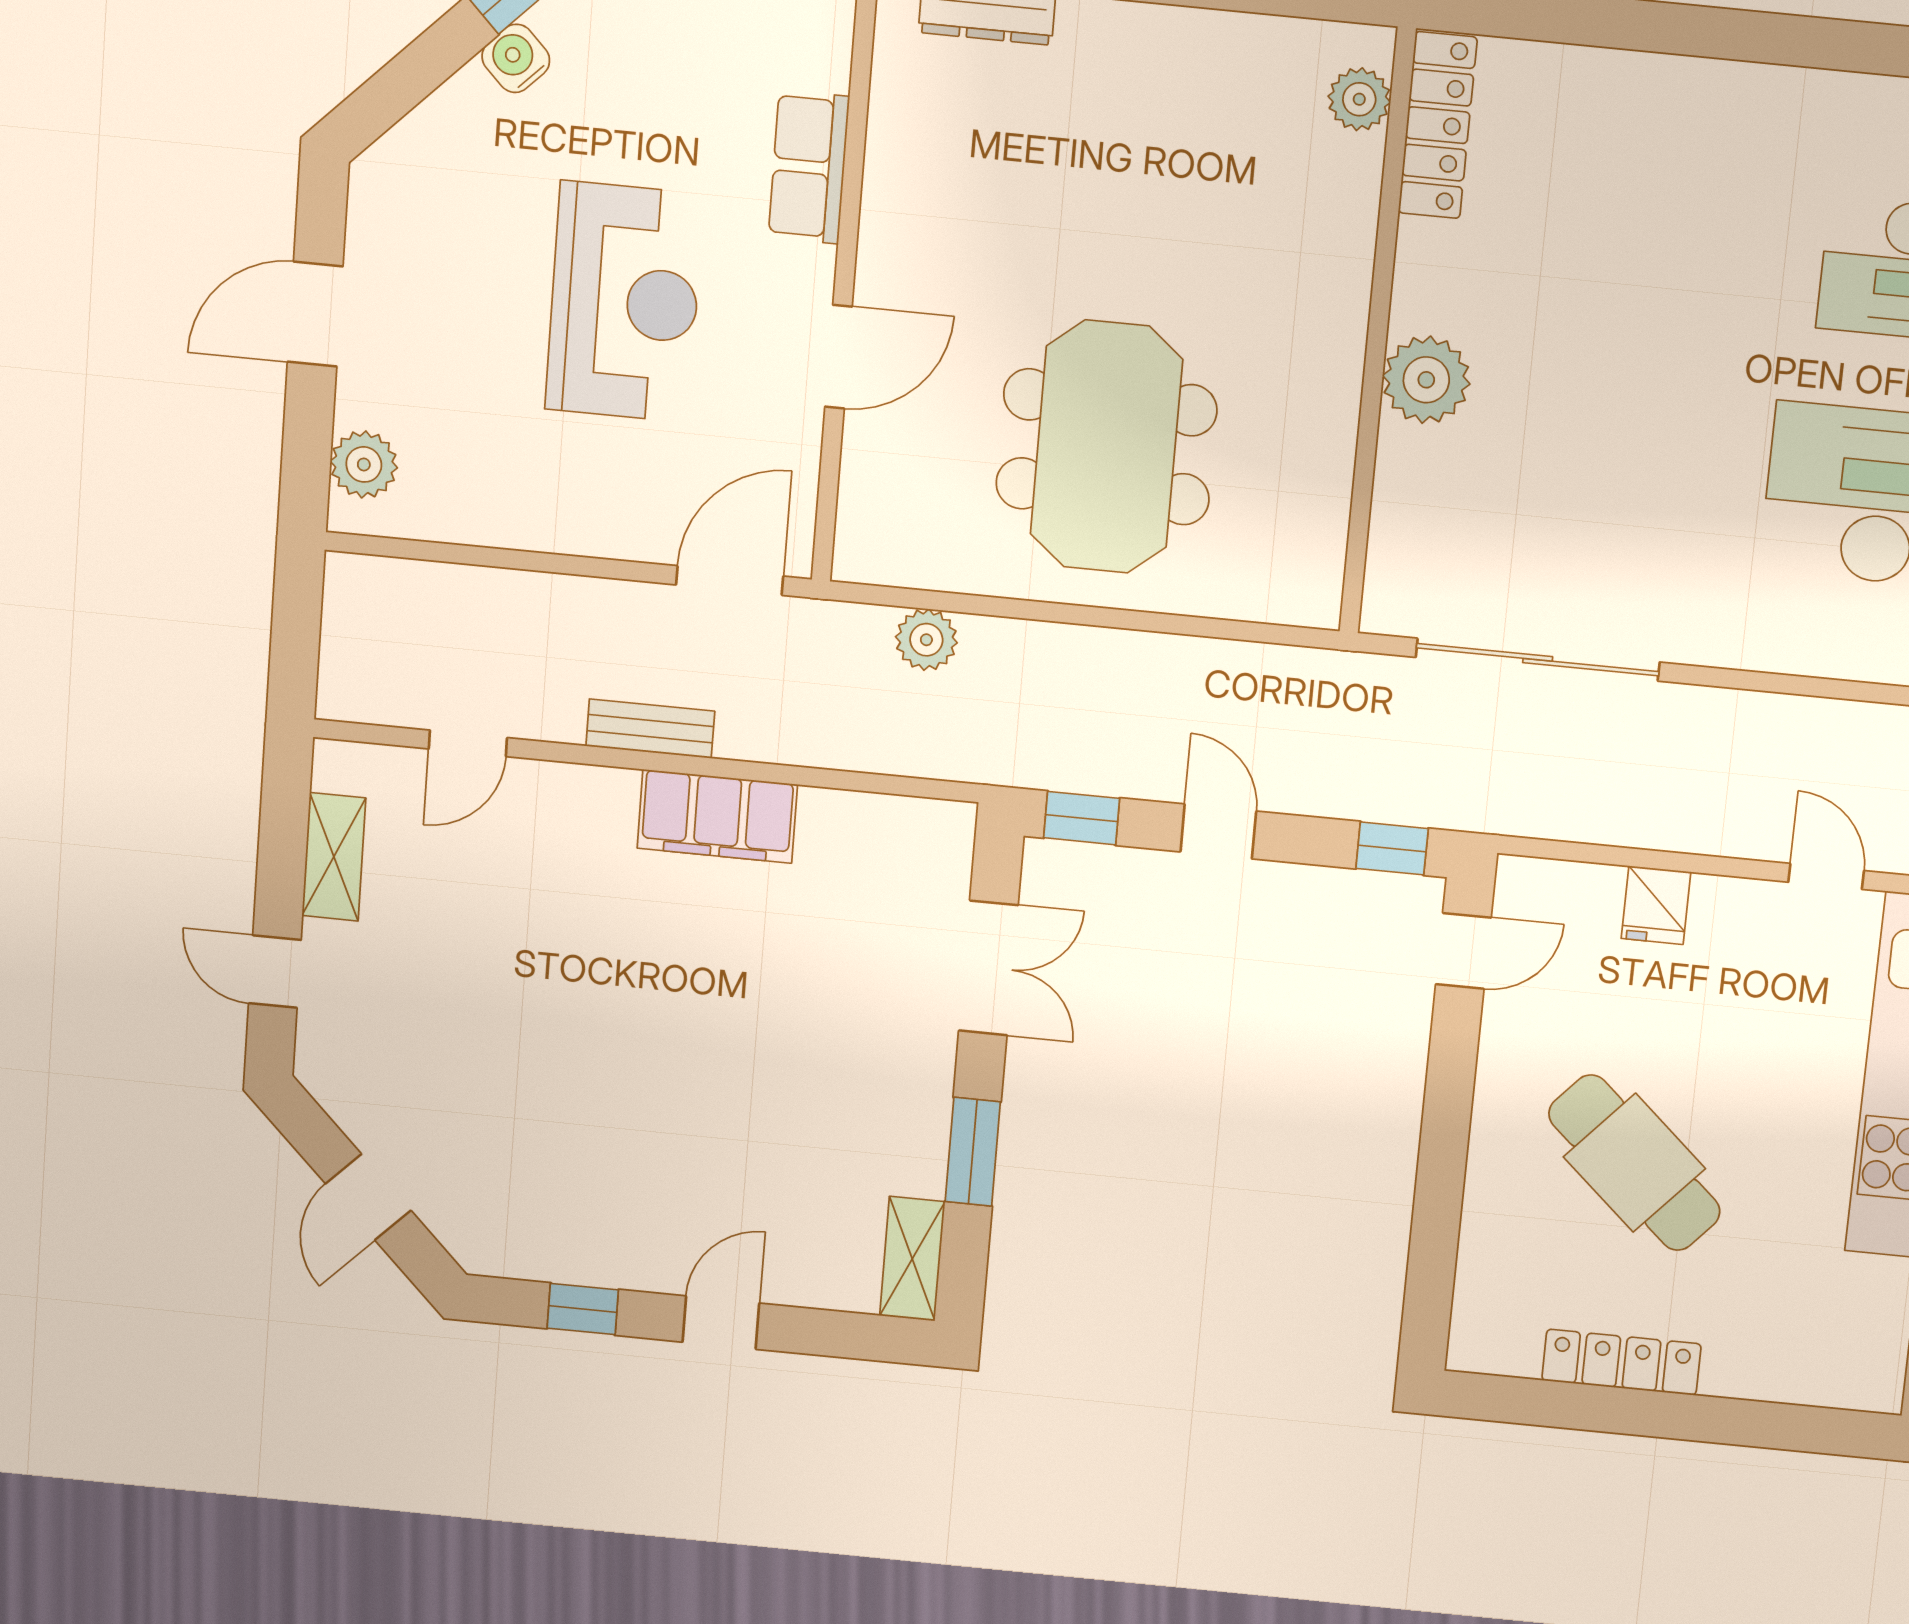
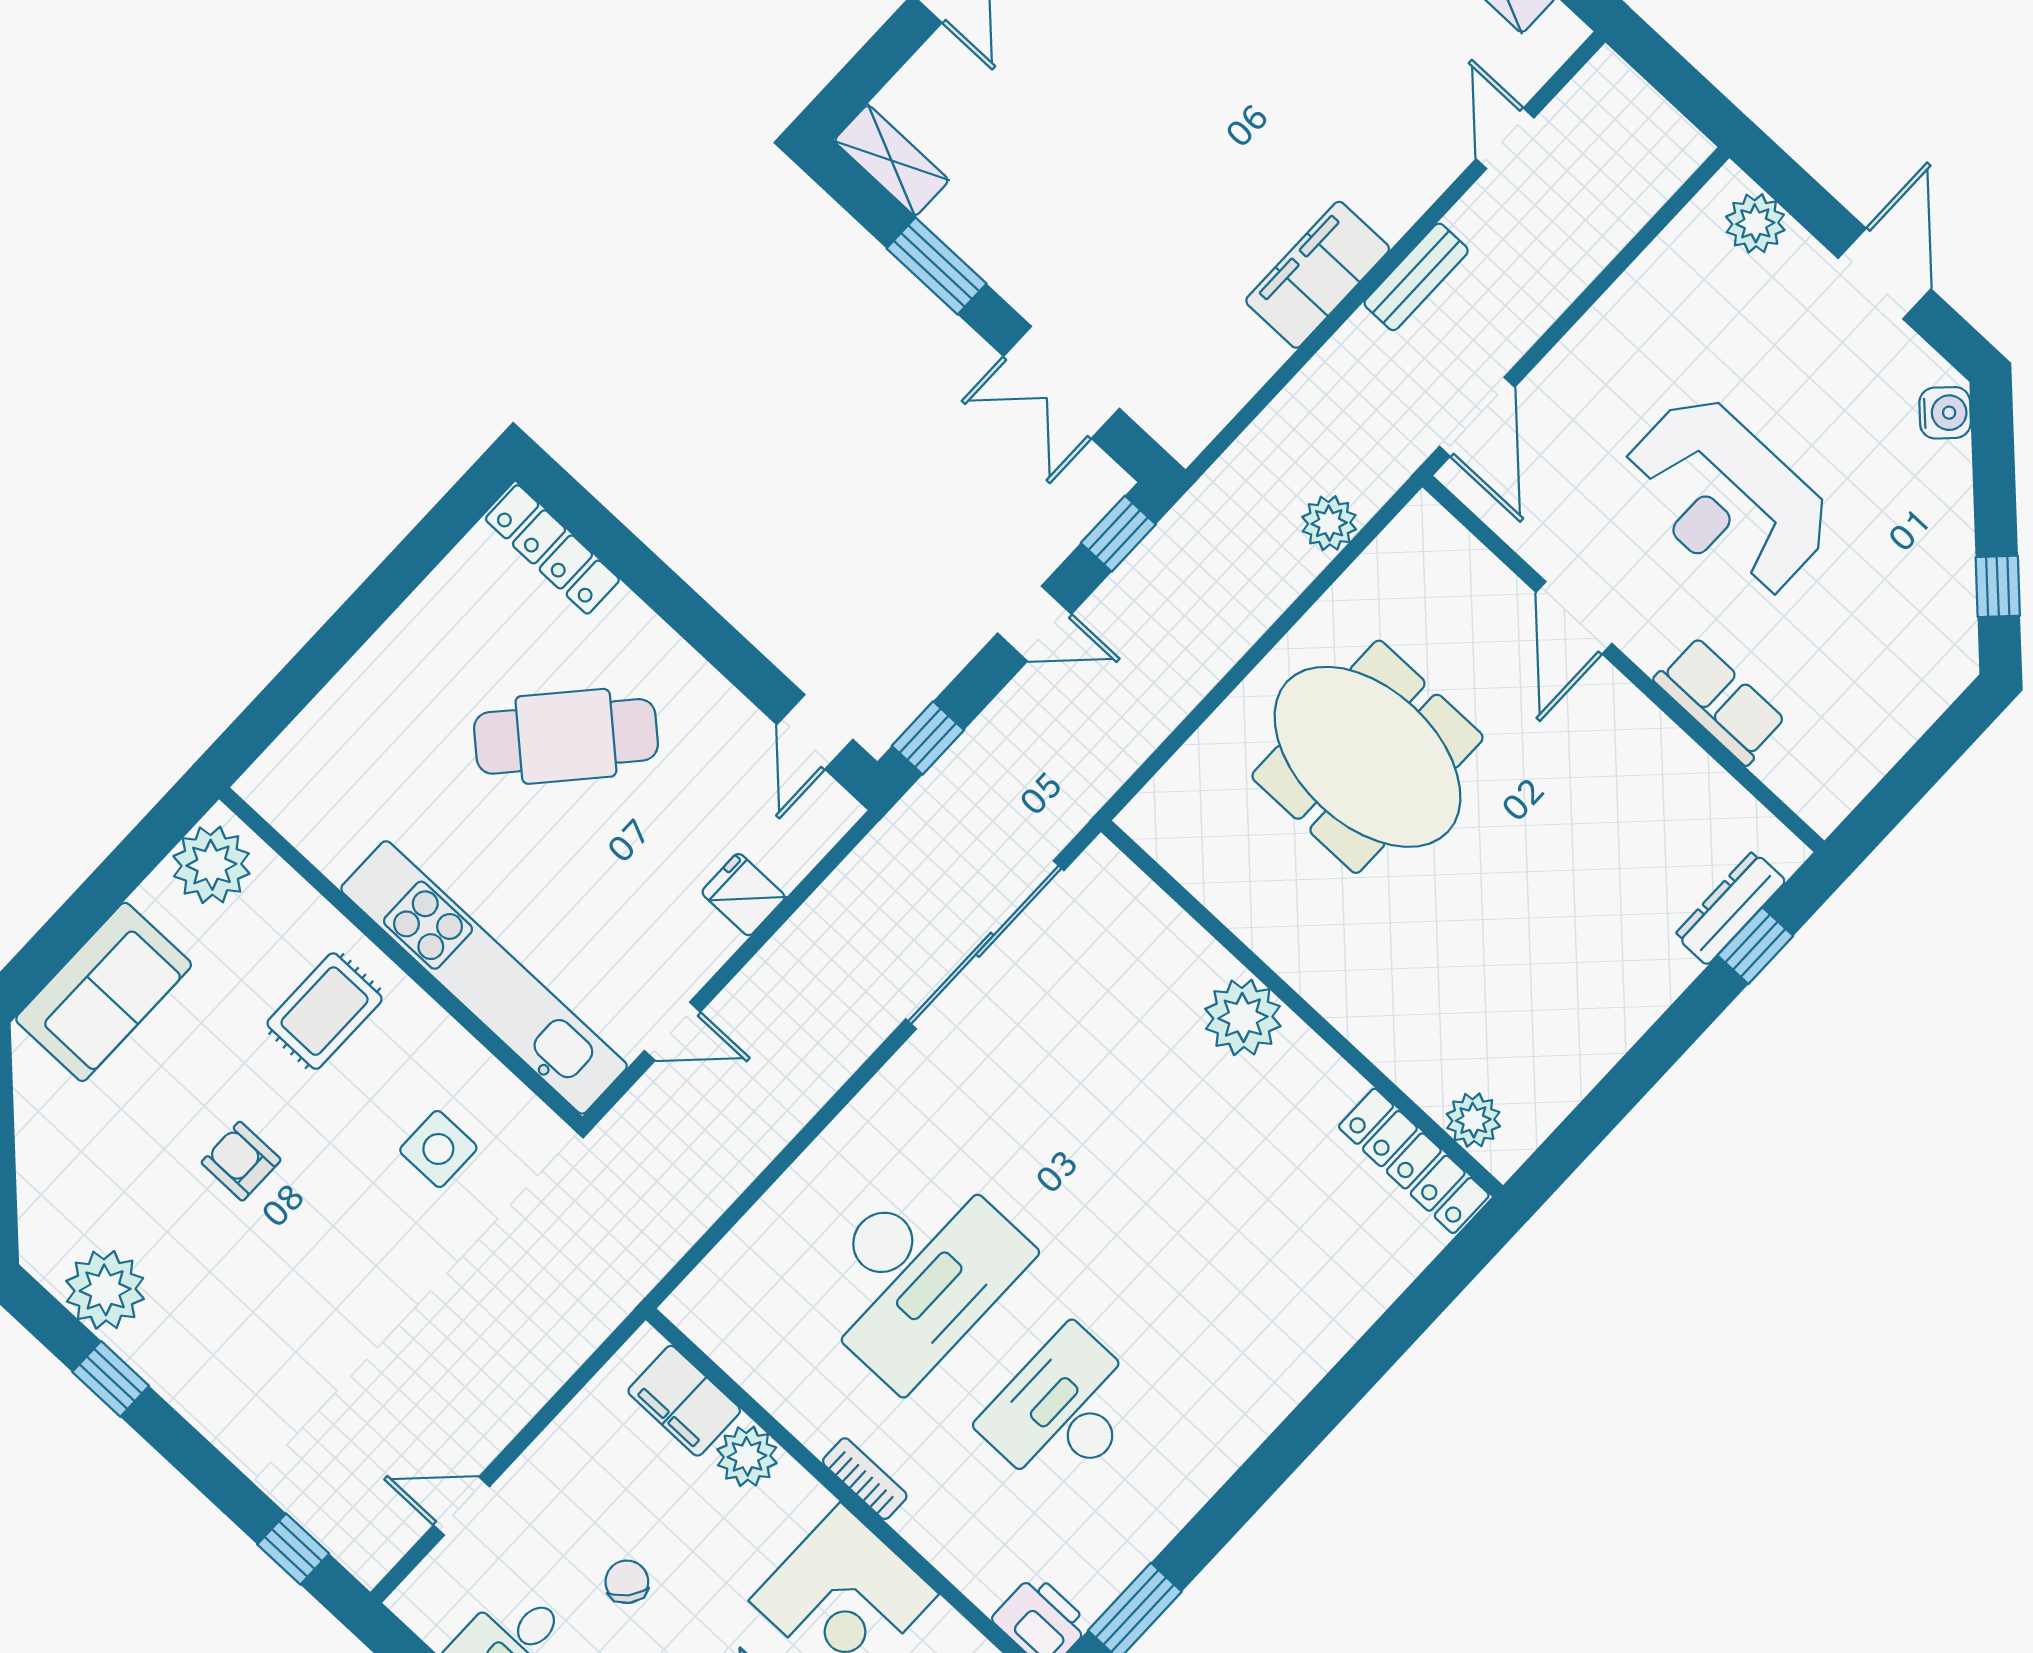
water cooler: (516, 58) -> (1945, 413), moved
locker: (1621, 1362) -> (552, 549), moved, turned 90

